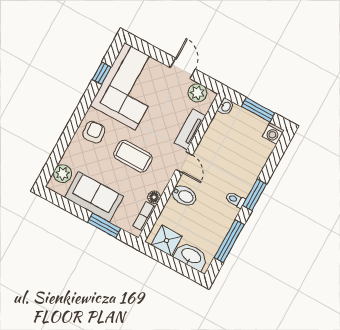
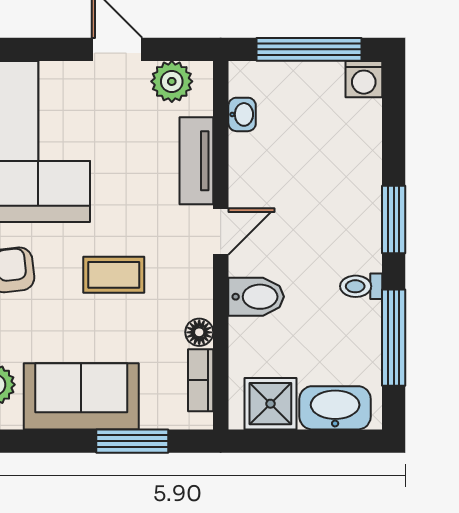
washbasin: (226, 107) -> (242, 114), moved
window: (258, 110) -> (309, 49), width x1.44
coffee table: (133, 156) -> (114, 275), width x0.73, depth x0.77
door: (184, 162) -> (221, 232), hinge flipped
toilet: (235, 200) -> (361, 286), moved

